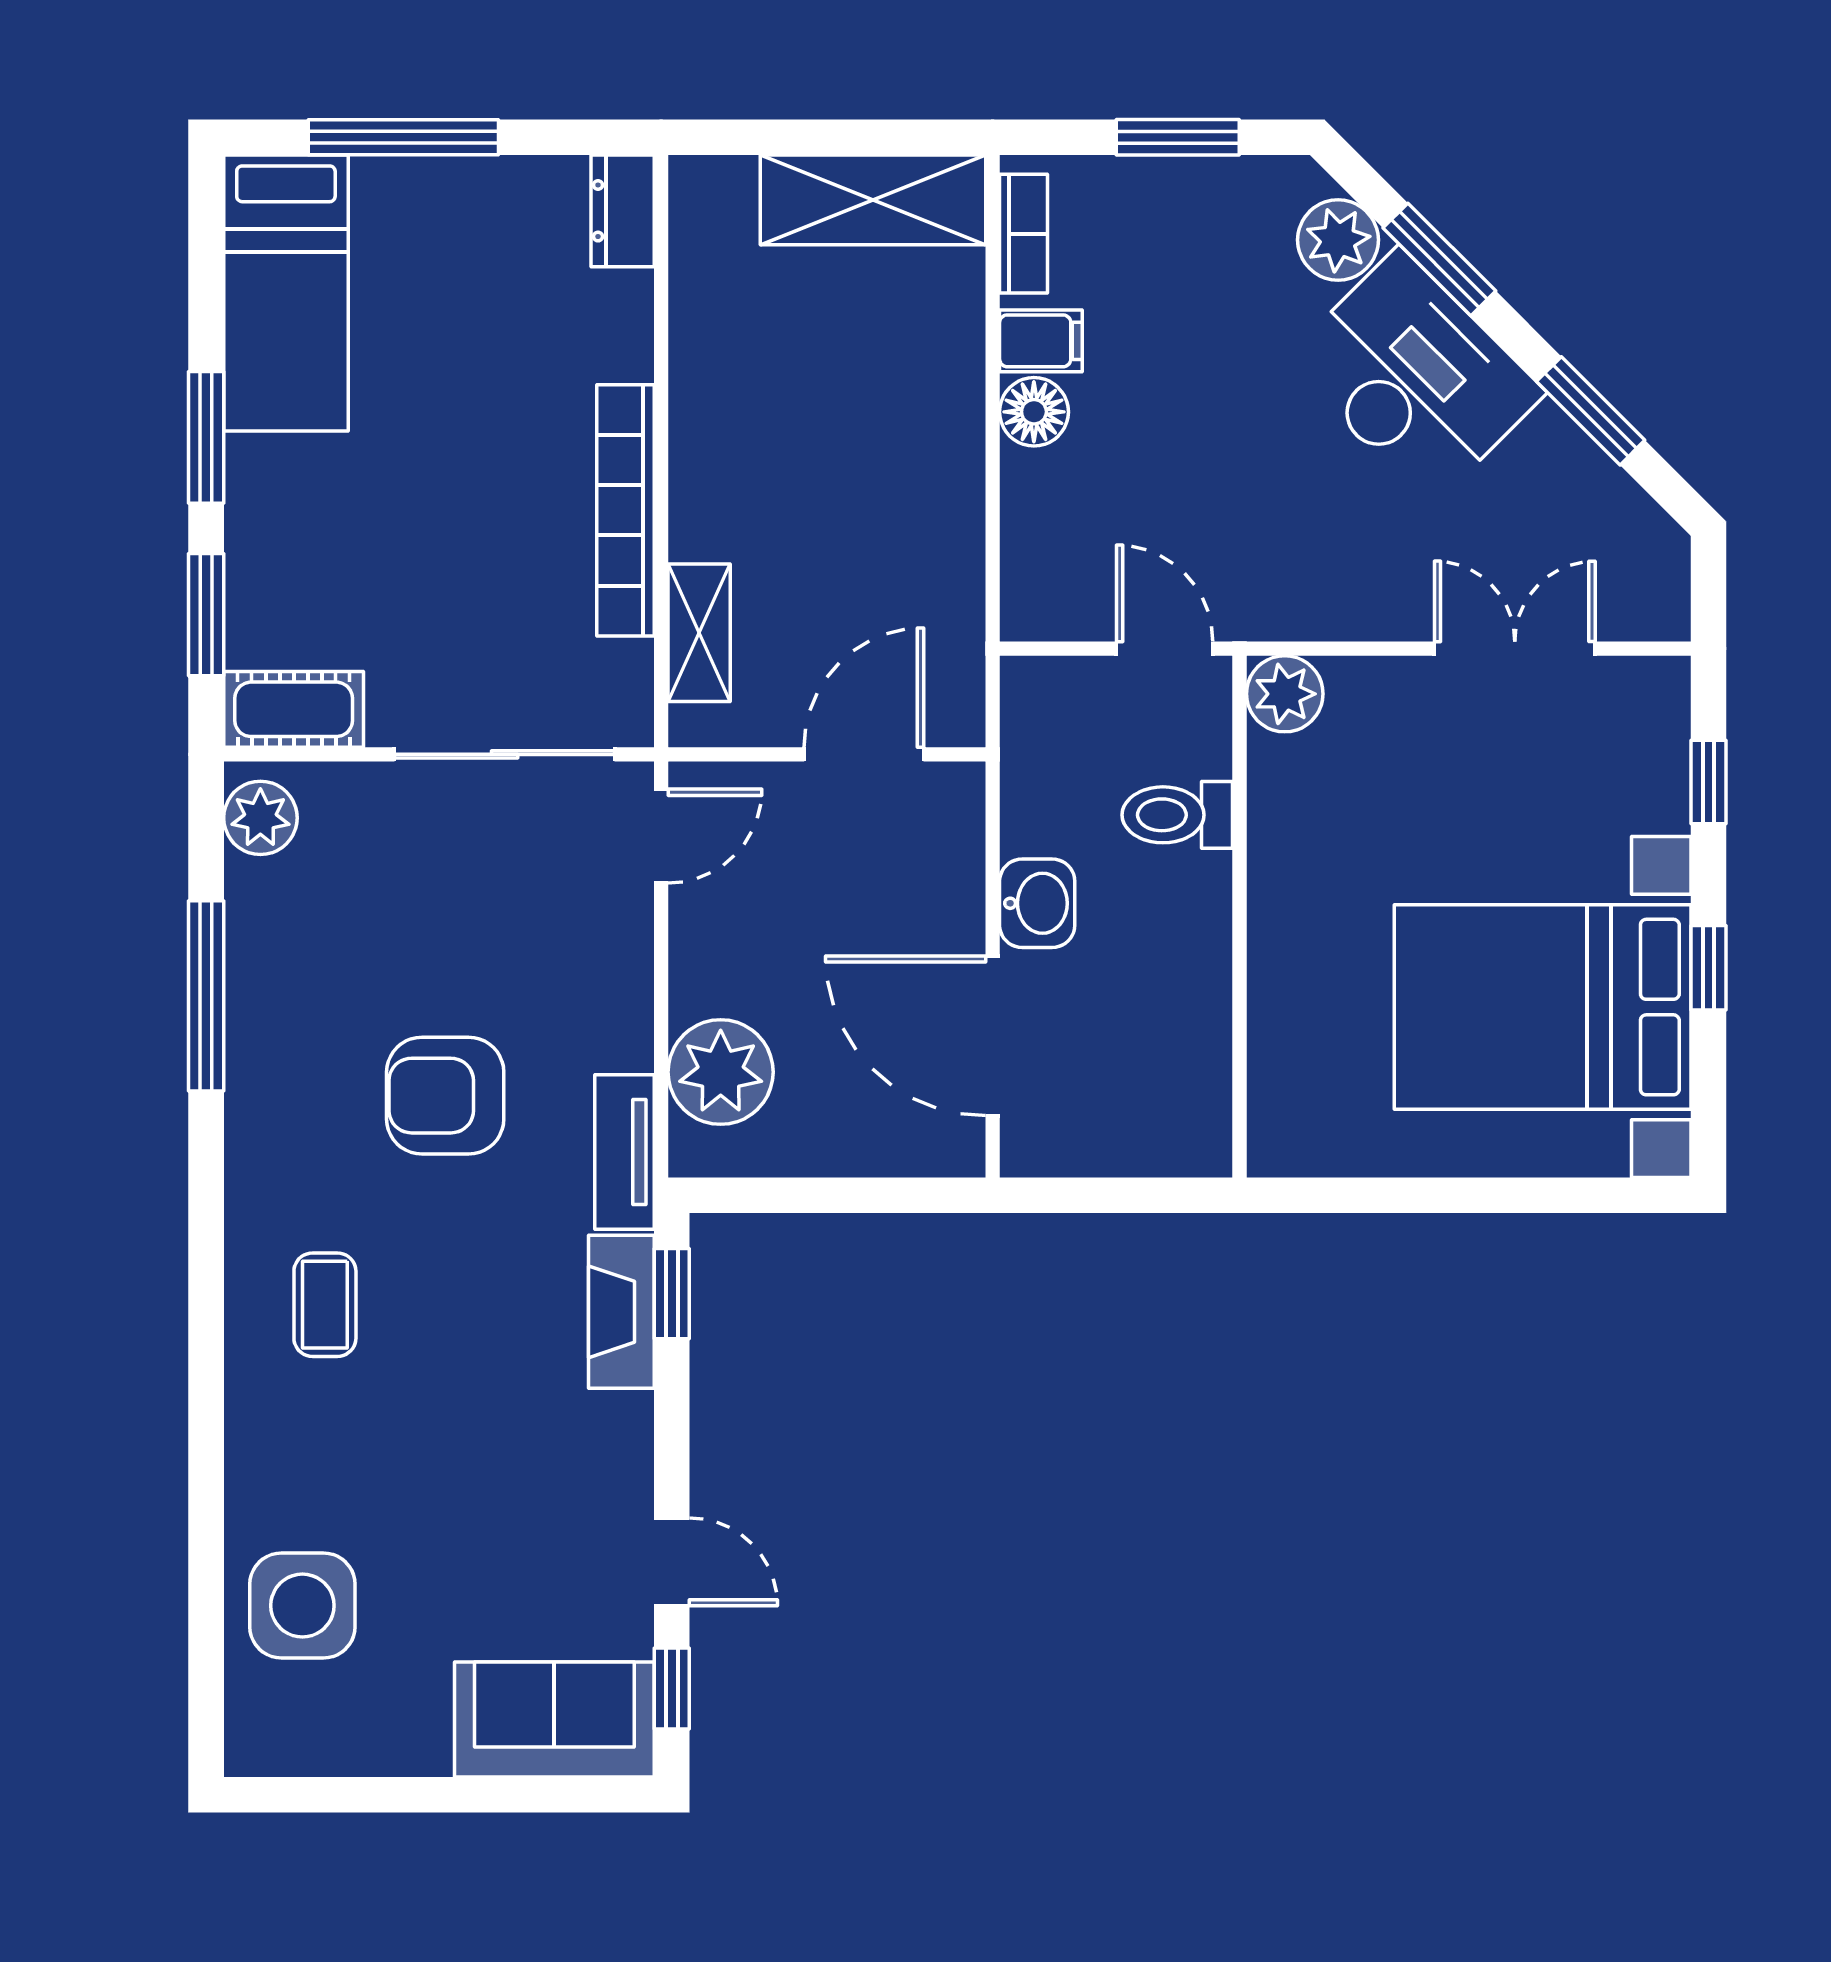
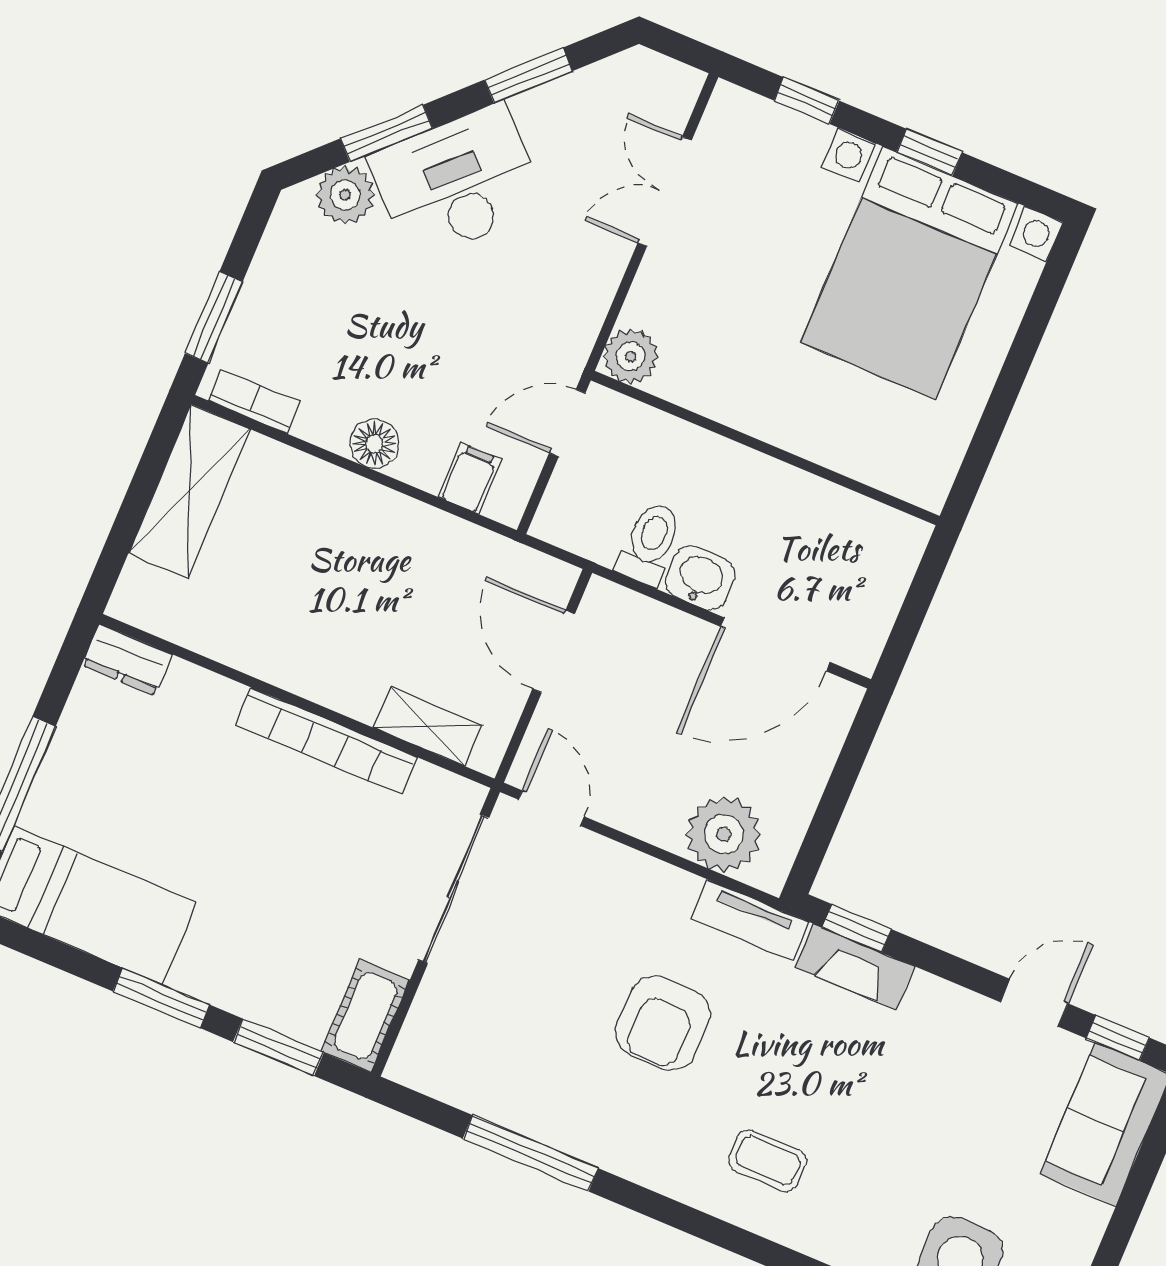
window: (1178, 137) -> (214, 317), moved
filing cabinet: (1041, 341) -> (470, 478), moved
toilet: (1177, 815) -> (650, 543), moved, turned 180
plant: (260, 818) -> (428, 1068), removed

